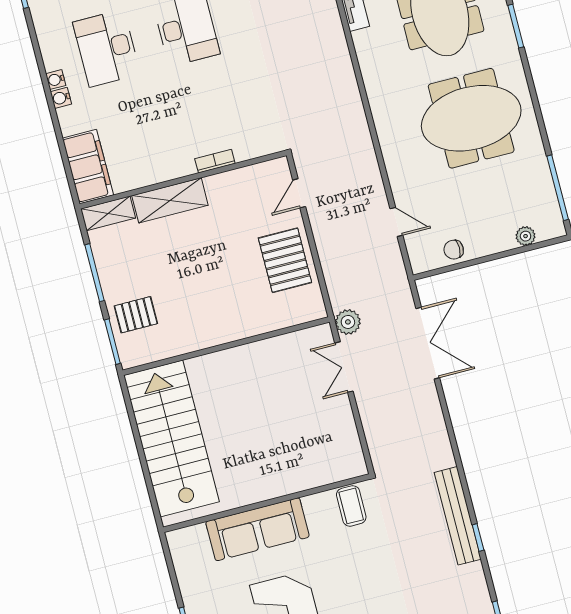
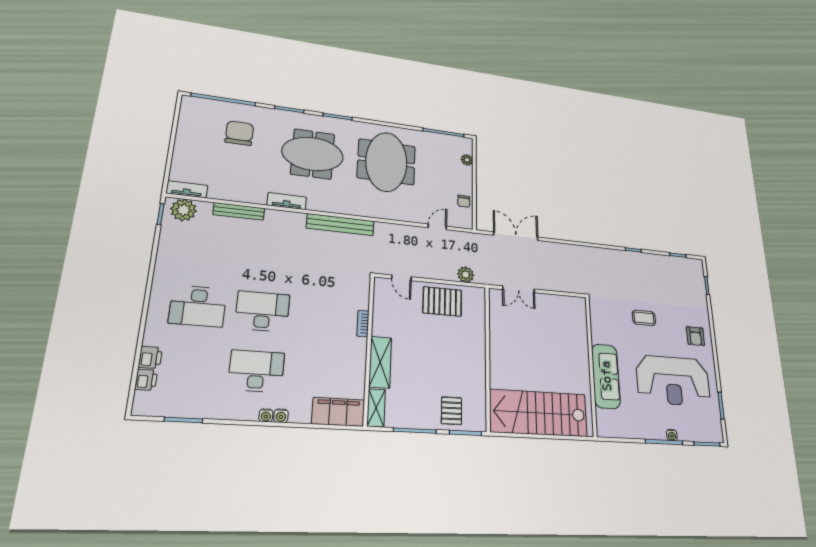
desk: (107, 48) -> (256, 371), turned 180
plant: (348, 322) -> (466, 275), moved
coffee table: (351, 506) -> (644, 318), moved
bench: (458, 516) -> (340, 225), moved

